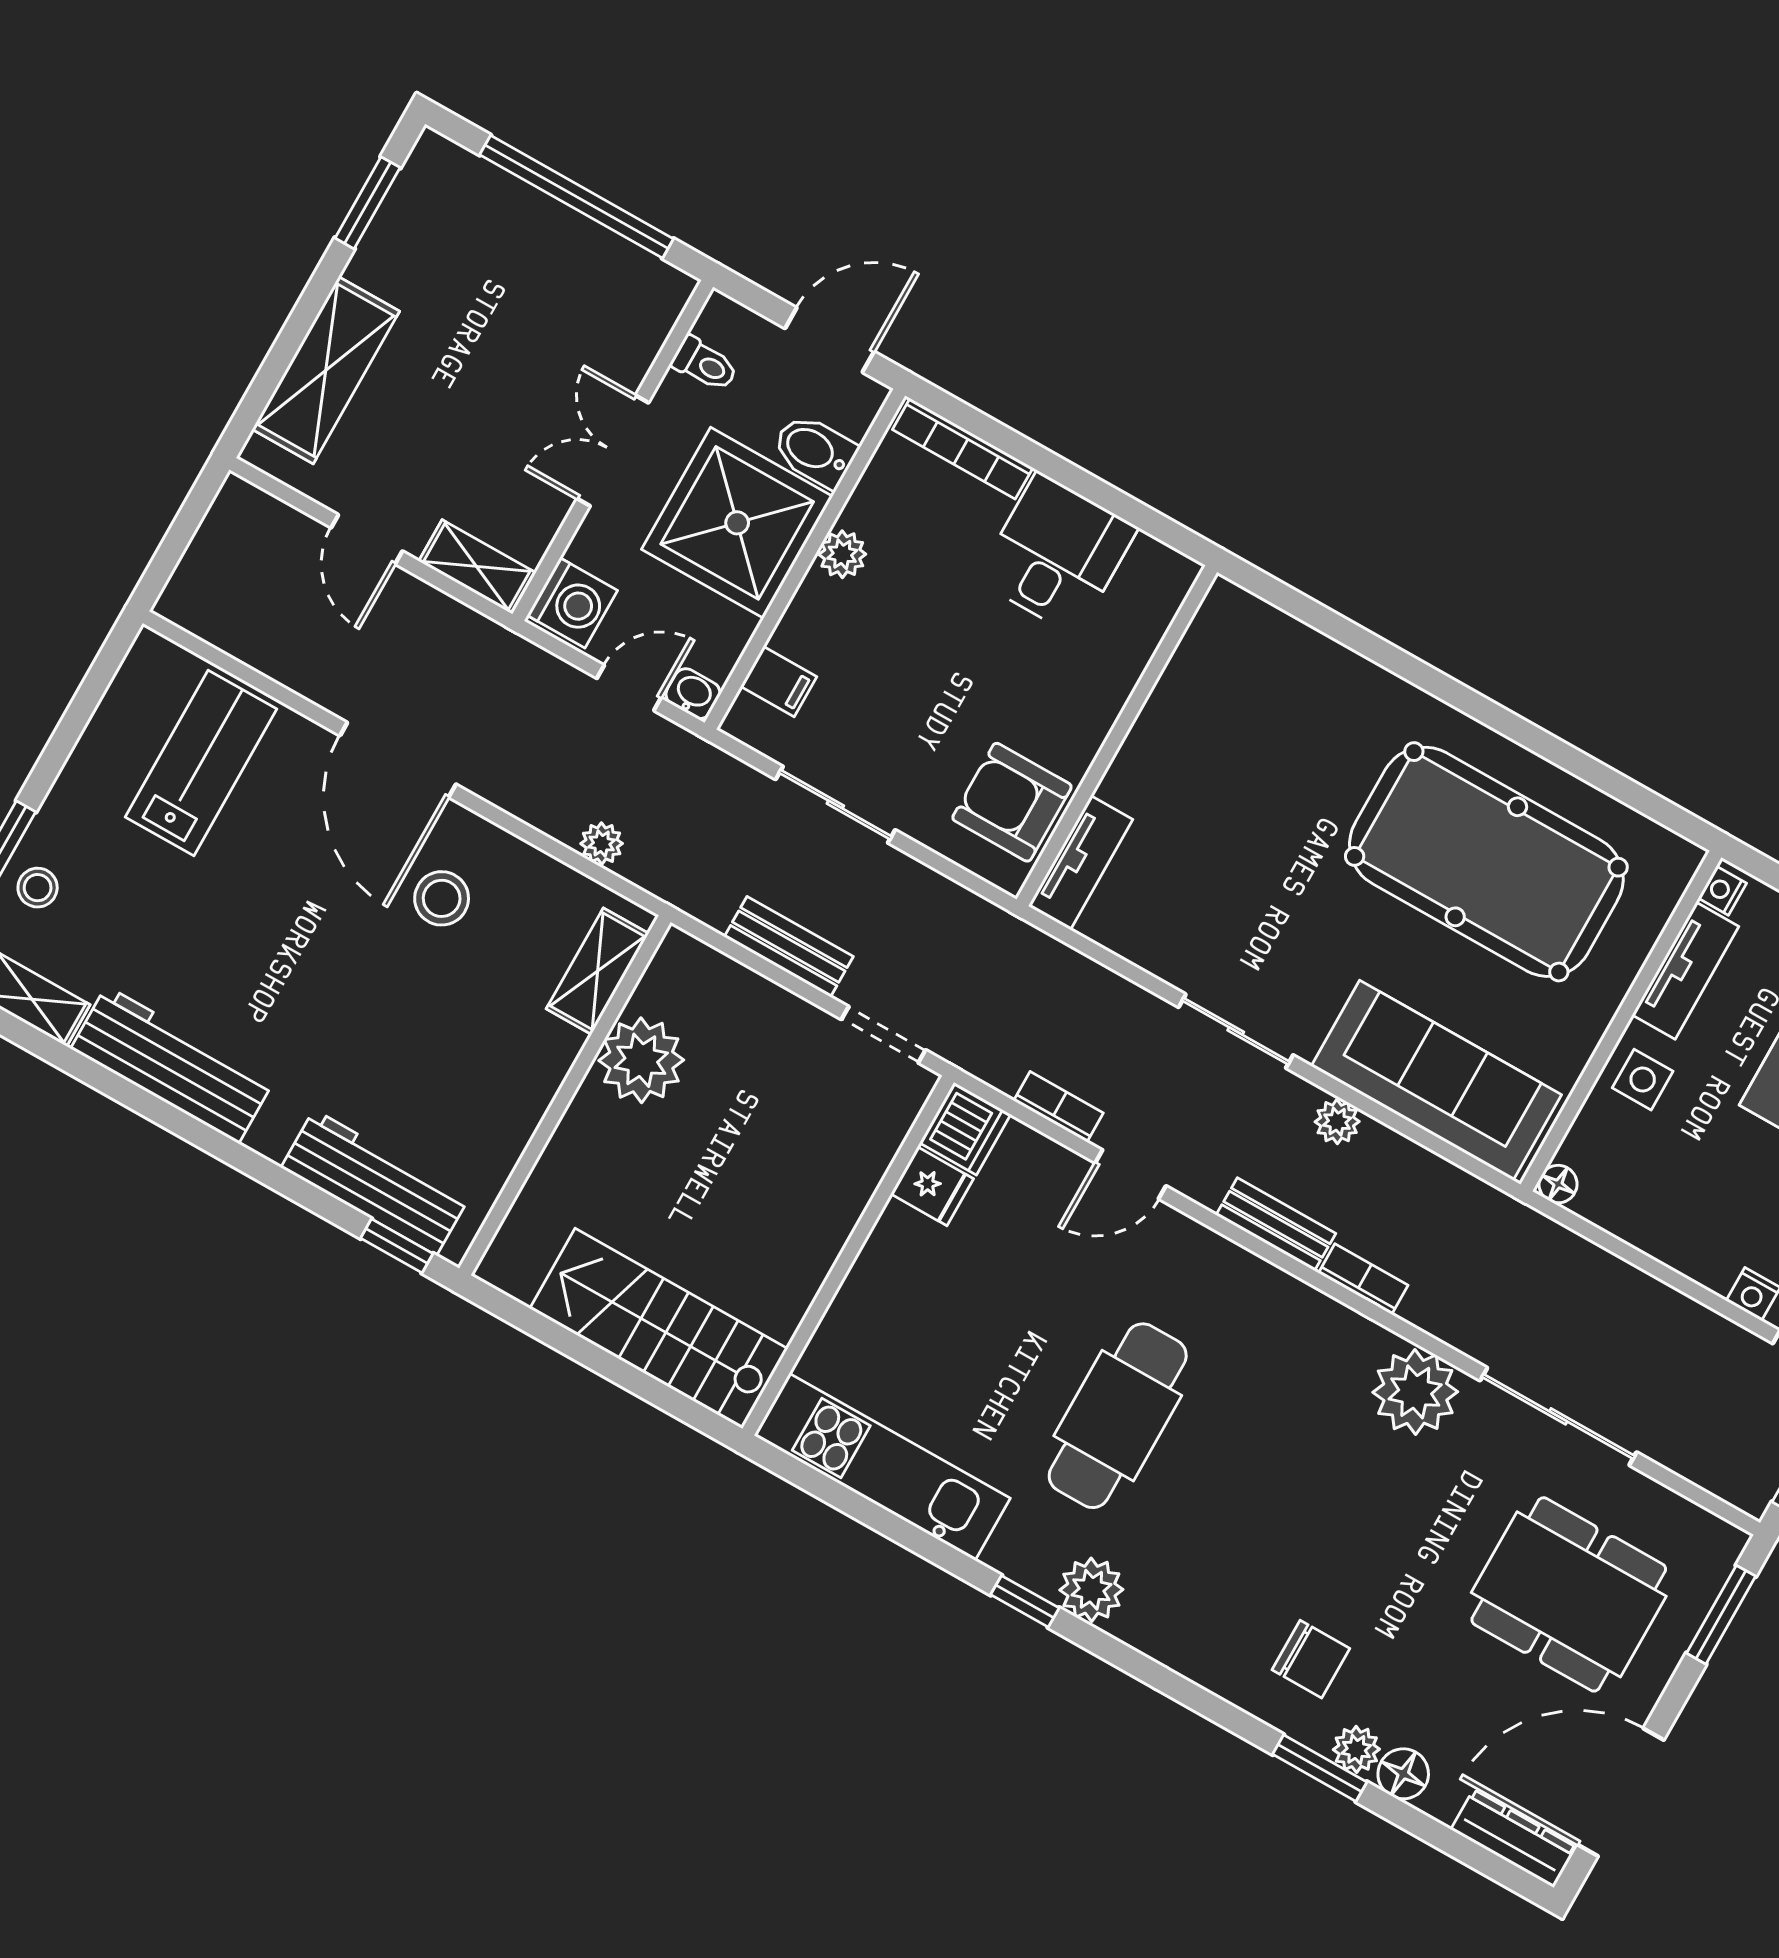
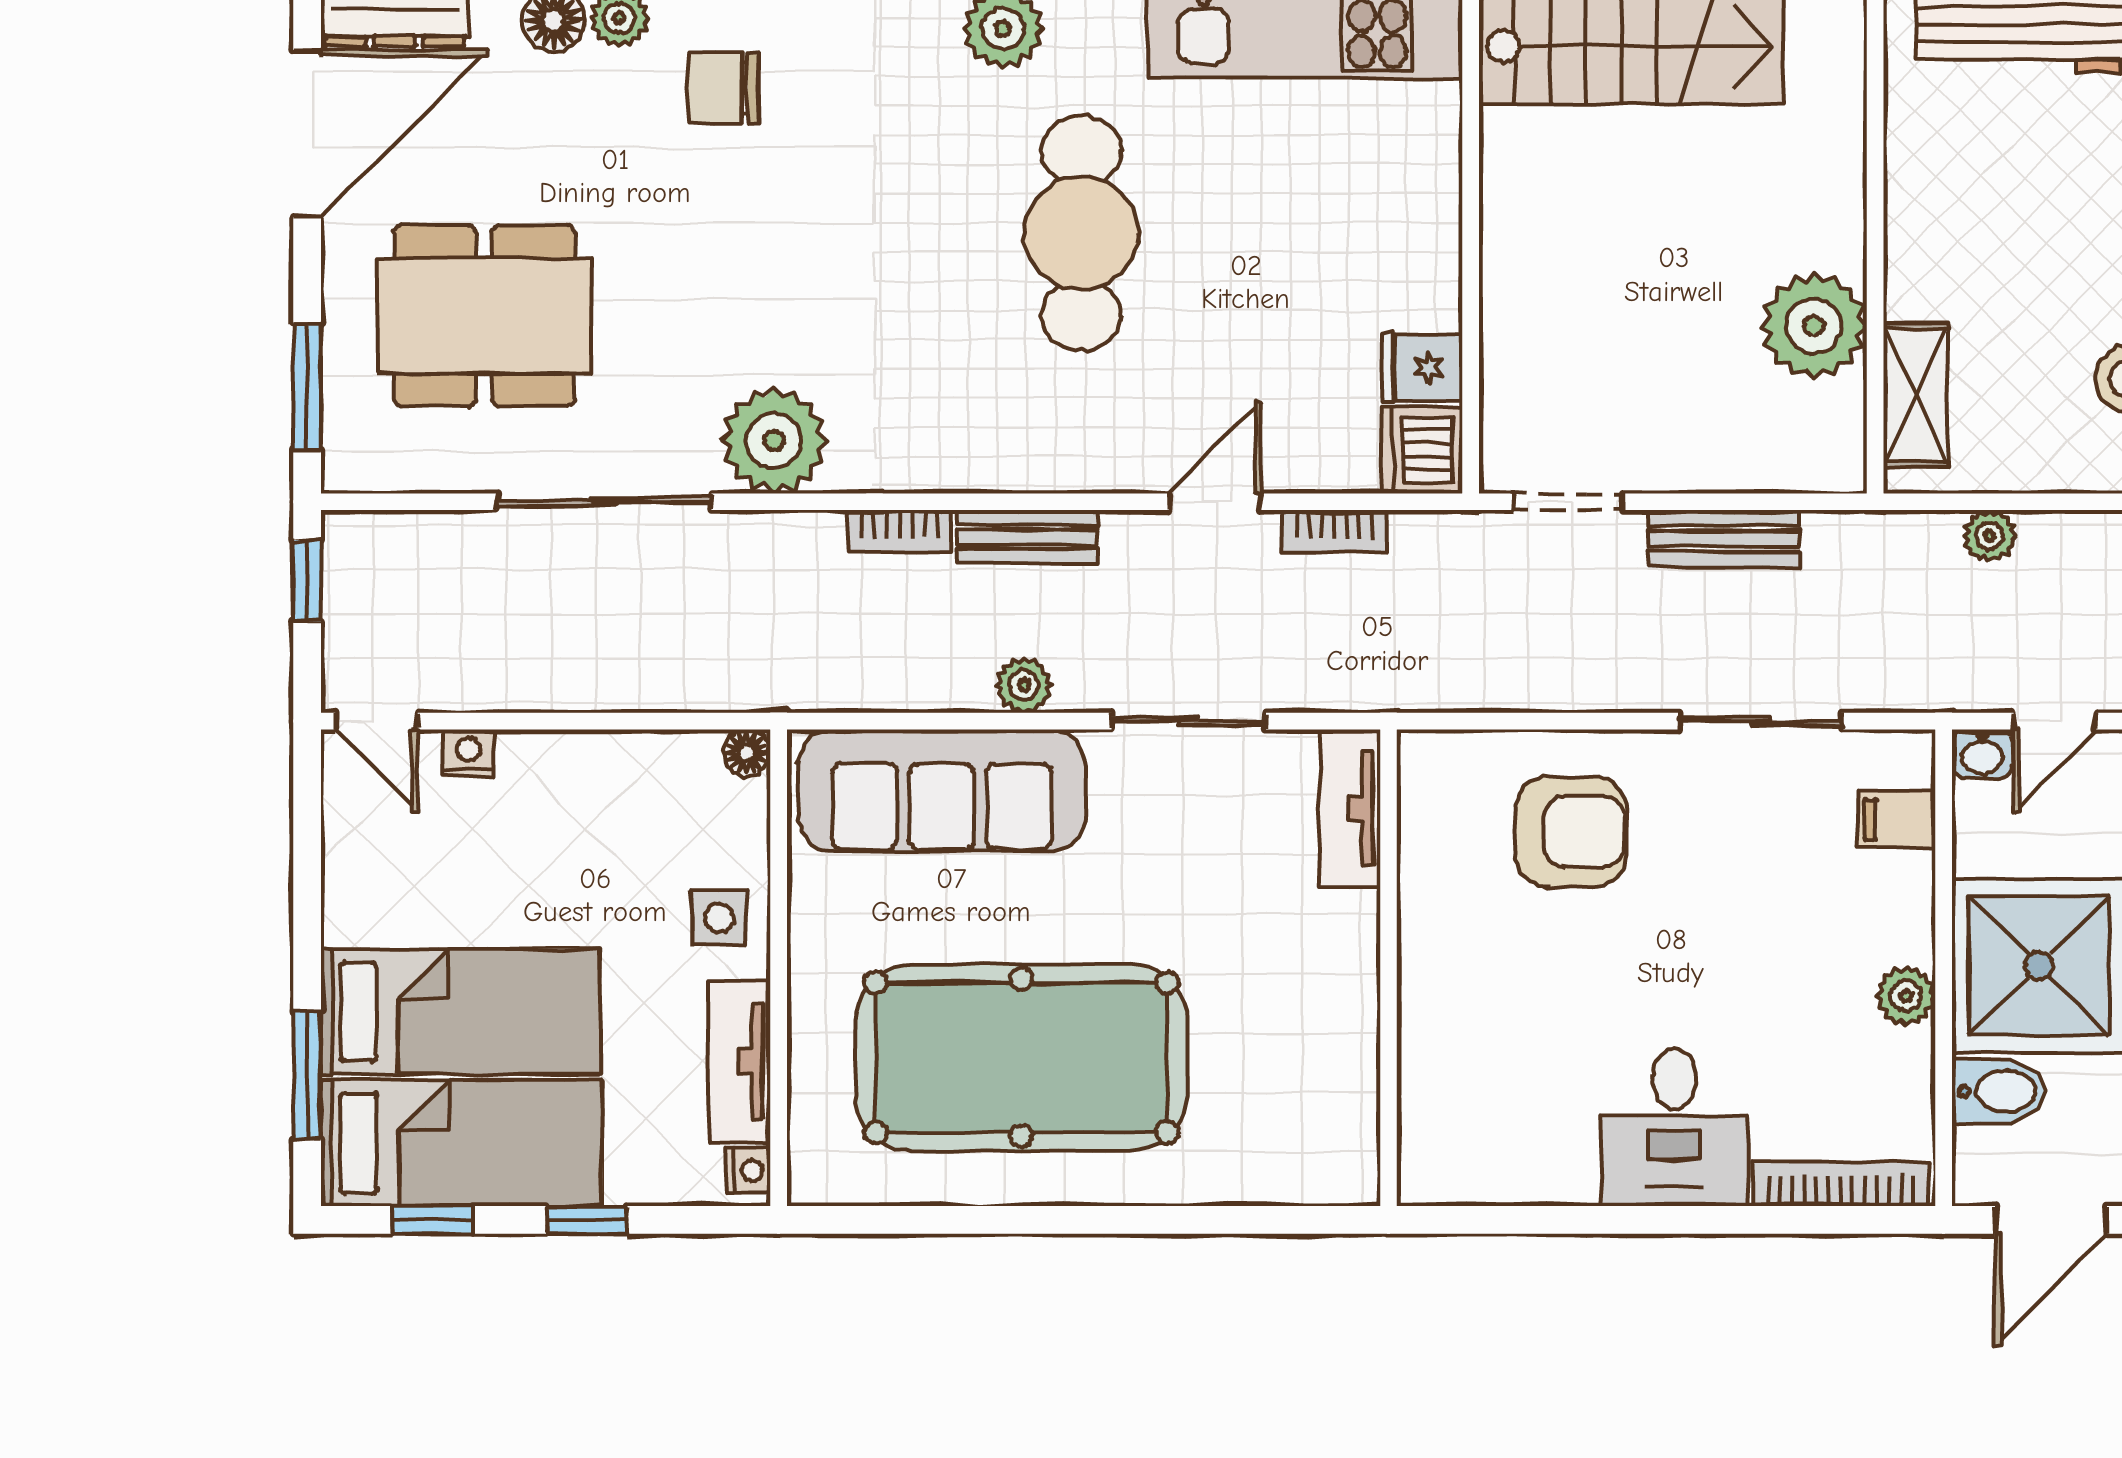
wall: (1117, 736) -> (1388, 968), moved
tv unit: (1081, 863) -> (1350, 808), moved

